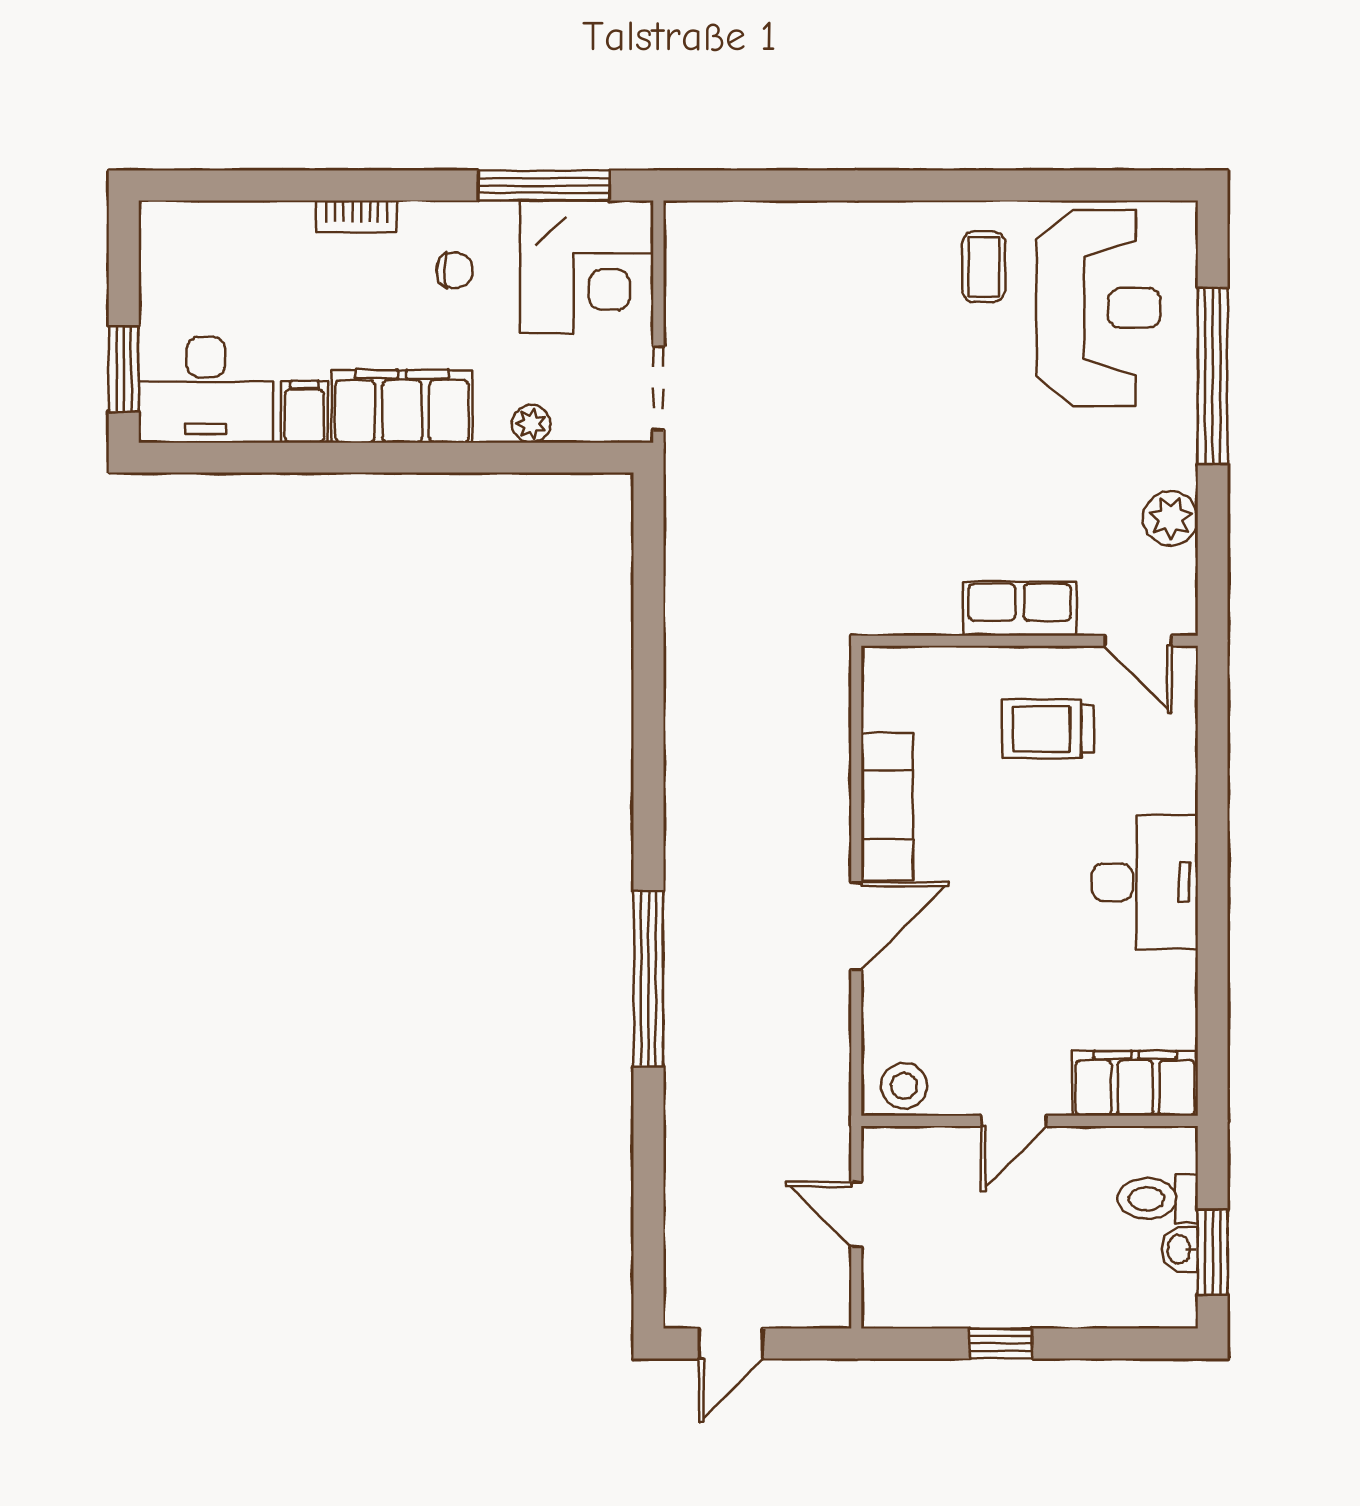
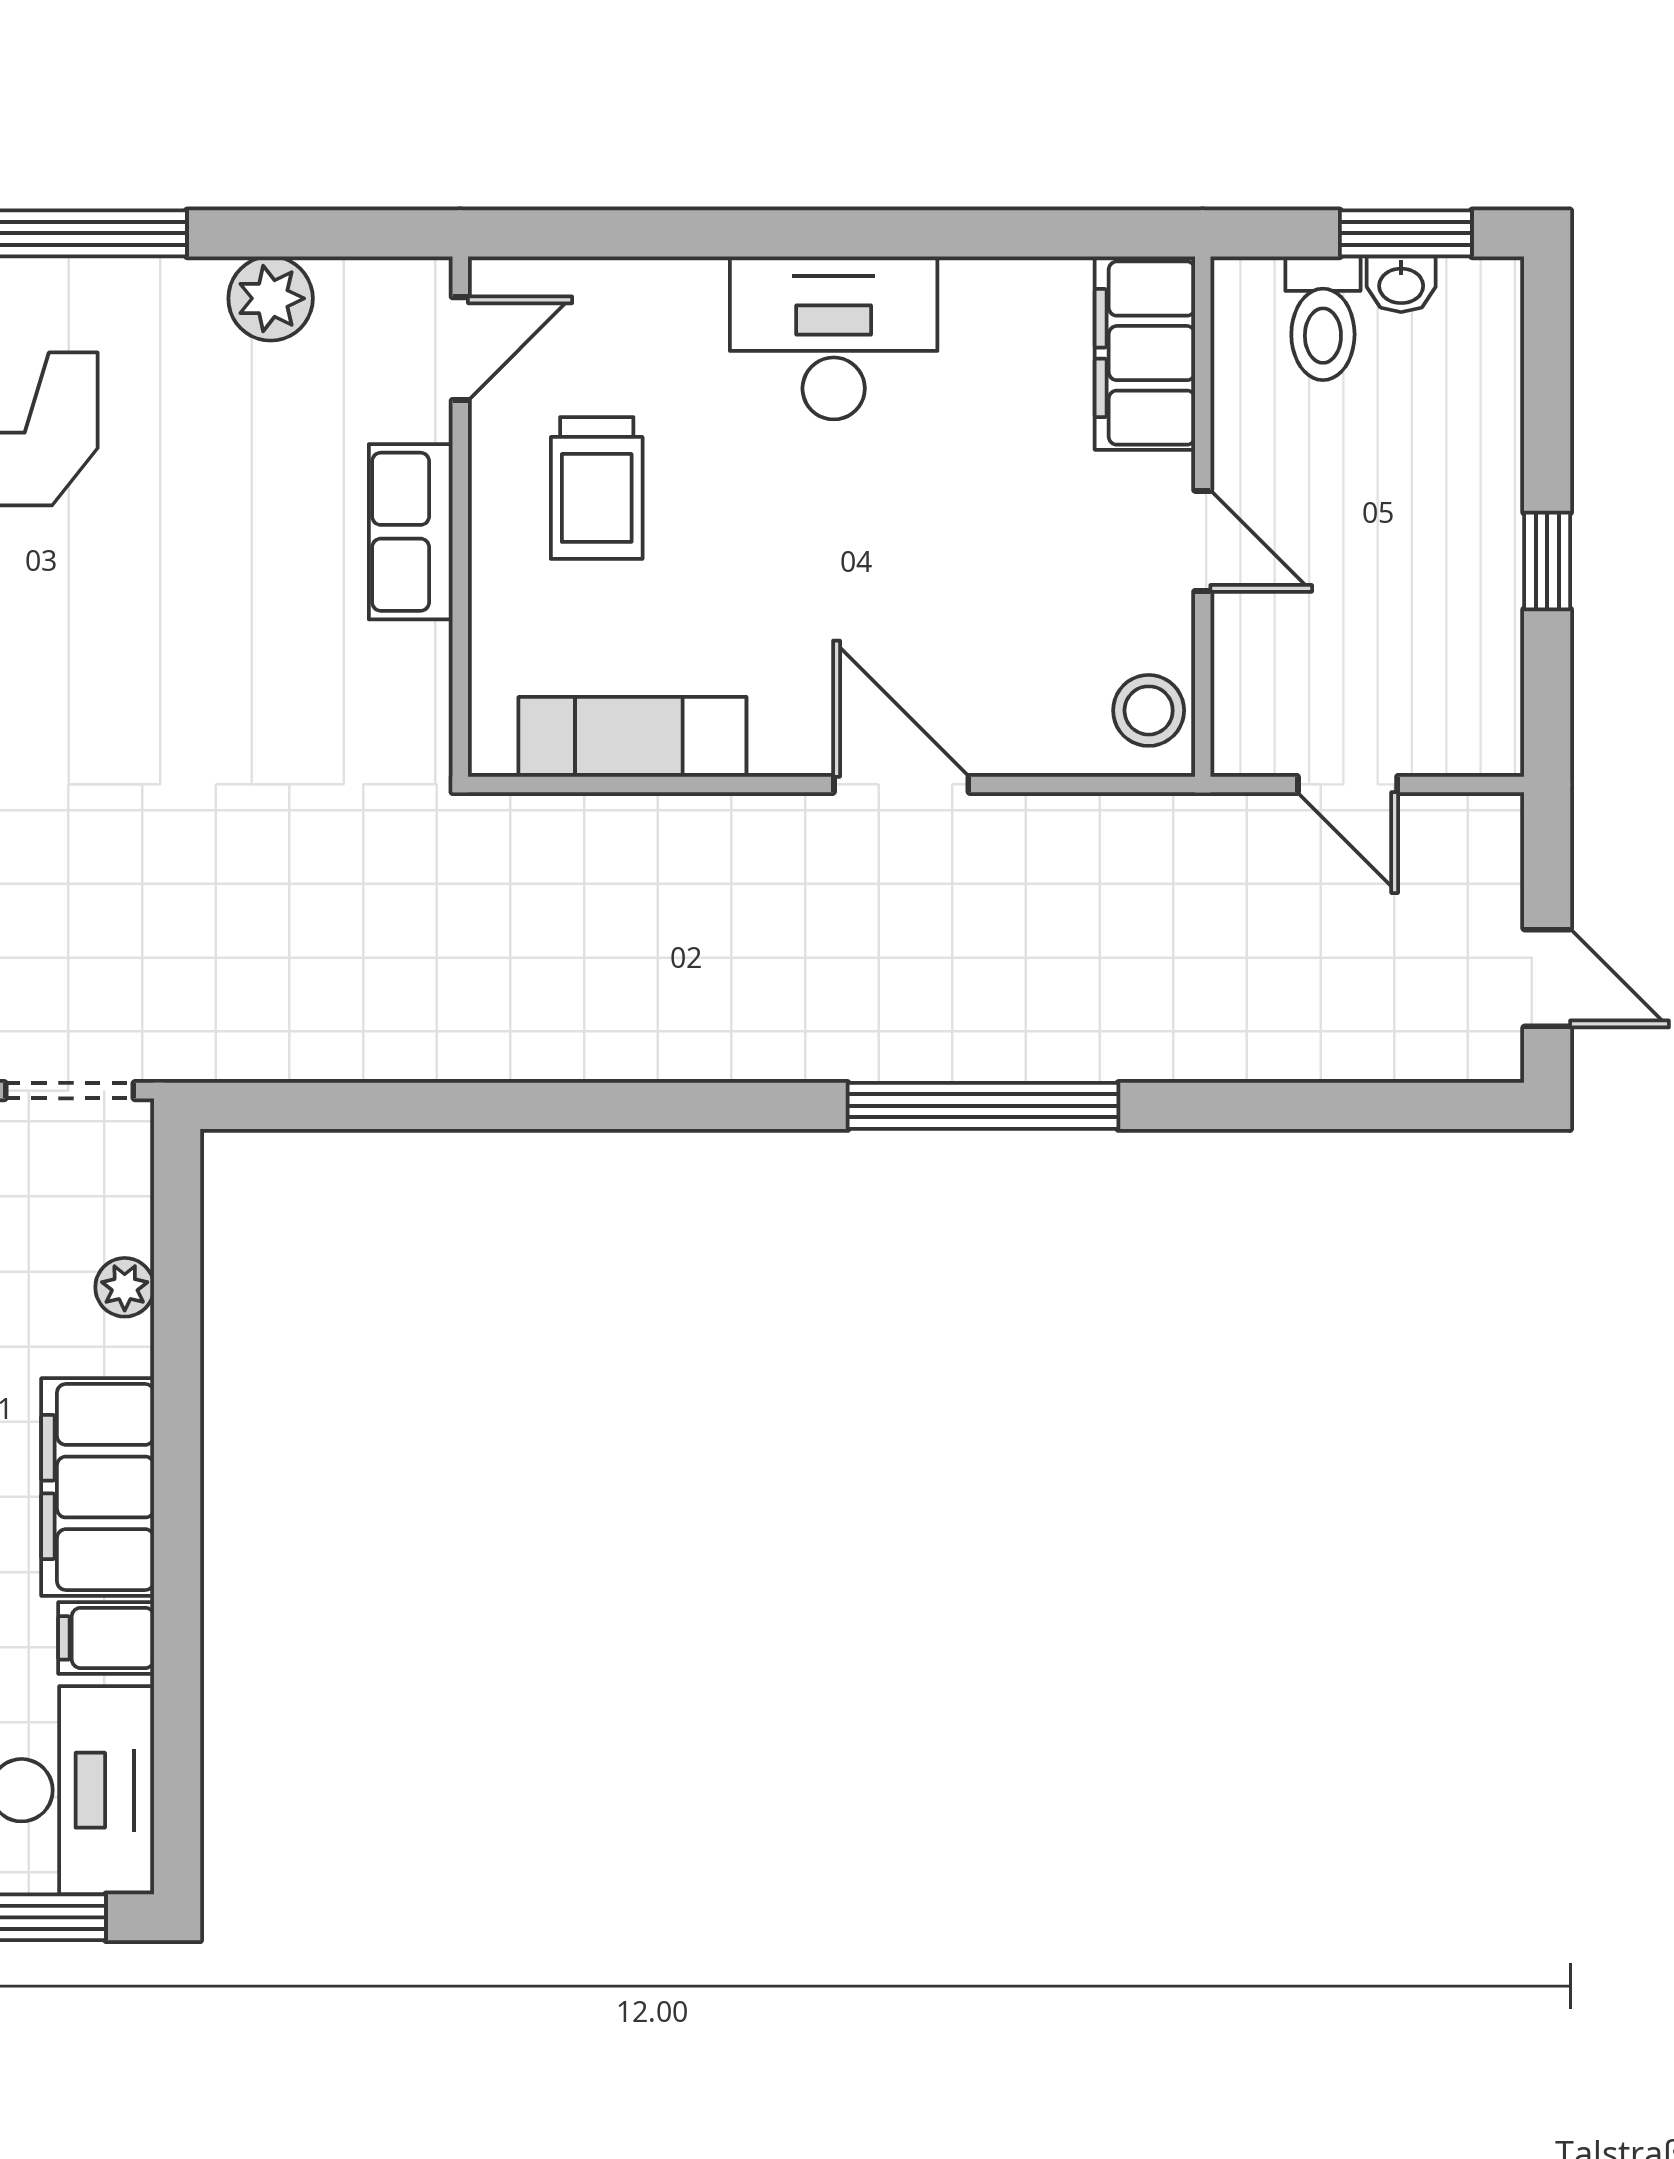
exam couch: (887, 807) -> (632, 737), moved
door: (856, 1214) -> (1348, 784), hinge flipped

